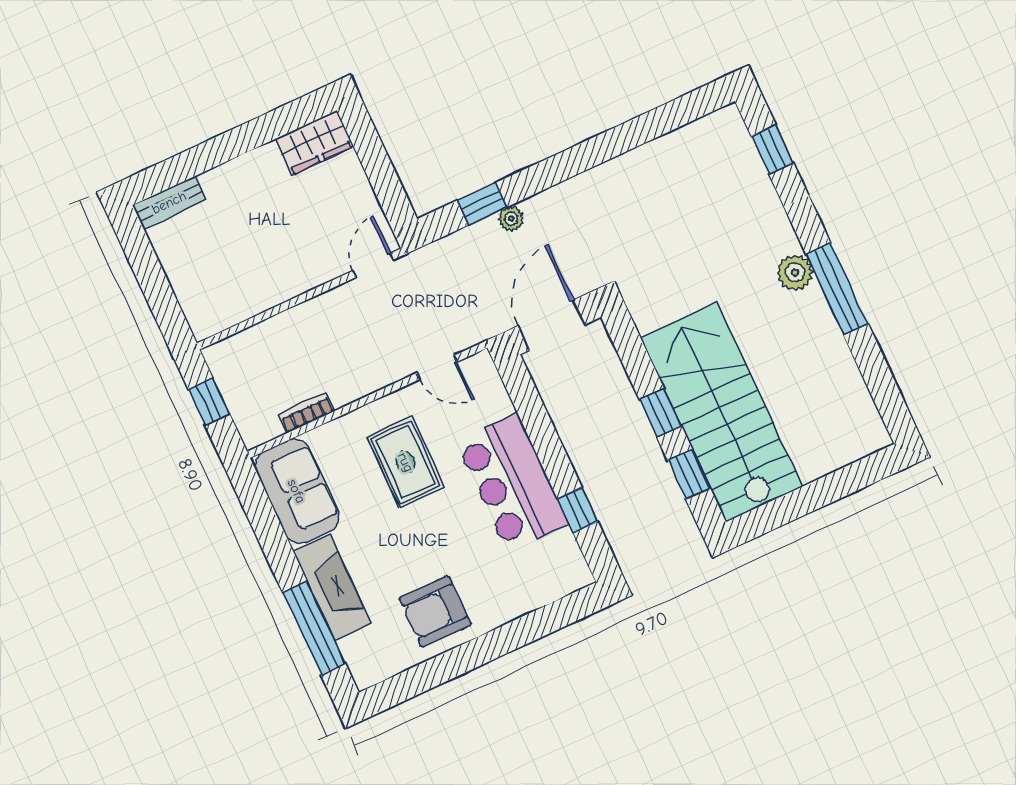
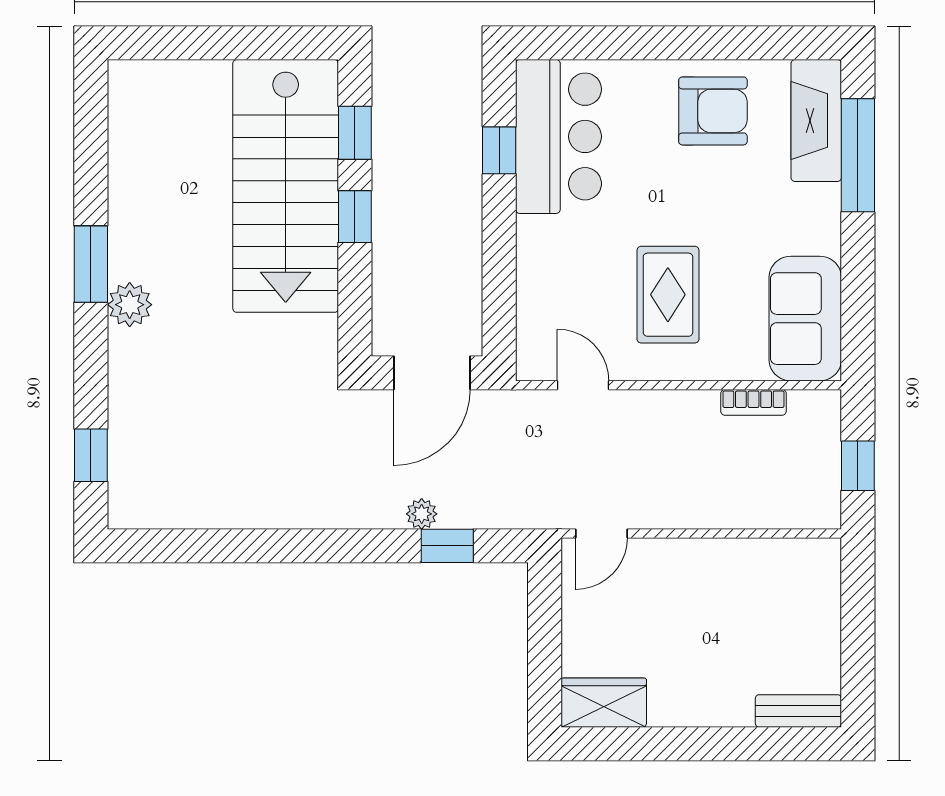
window: (837, 289) -> (91, 264), width x0.69
bar counter: (512, 483) -> (558, 136), moved
fireplace: (332, 588) -> (816, 121), moved

